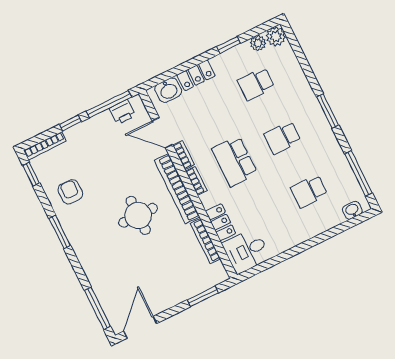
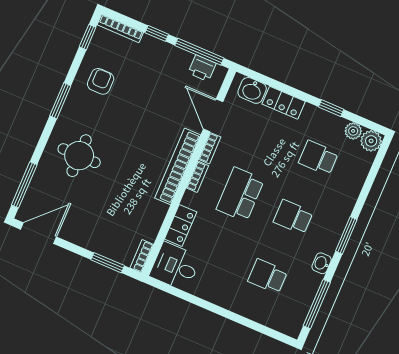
washbasin: (352, 210) -> (322, 263), moved, turned -90
round table: (138, 215) -> (79, 156), moved
bookcase: (205, 241) -> (142, 256), moved, width x0.64

